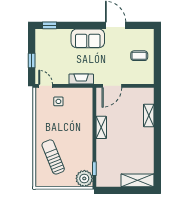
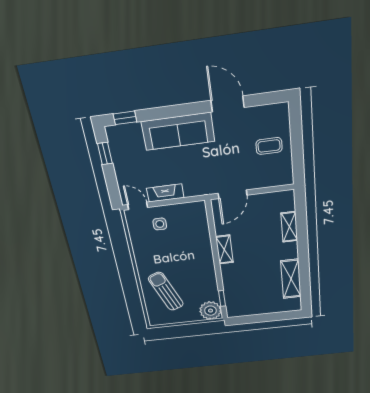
sofa: (88, 38) -> (178, 131), width x1.36
window: (32, 61) -> (105, 153), moved
fireplace: (81, 79) -> (165, 193), moved
shelving: (137, 180) -> (291, 279), moved, turned 90

